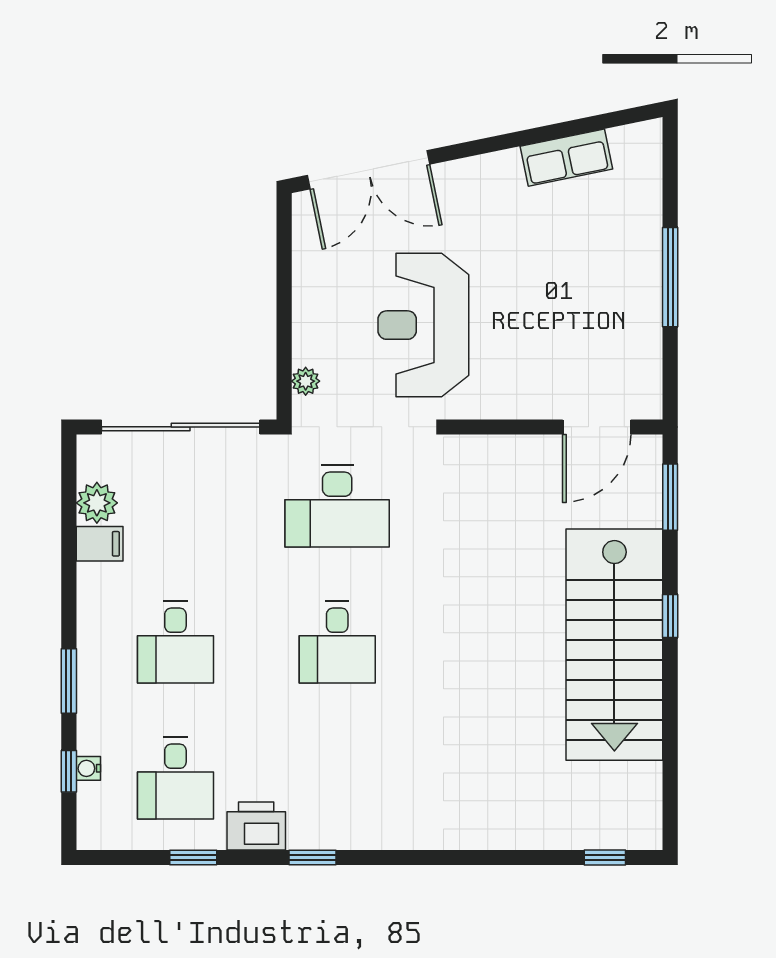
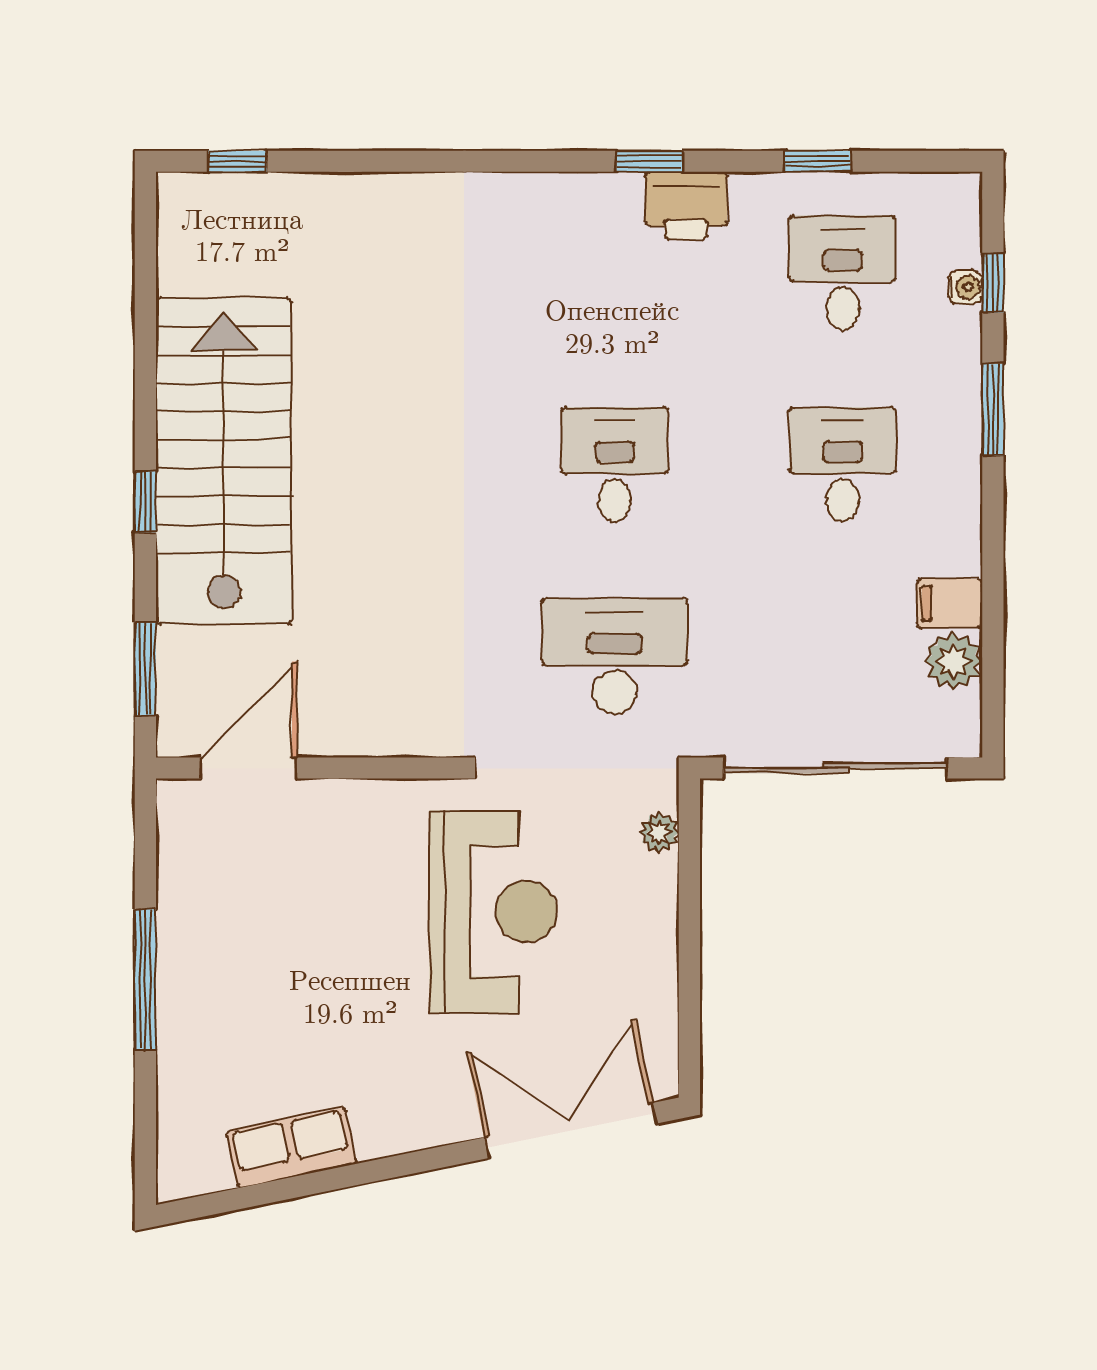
printer: (256, 826) -> (686, 206), moved

